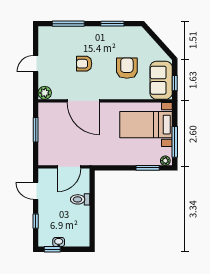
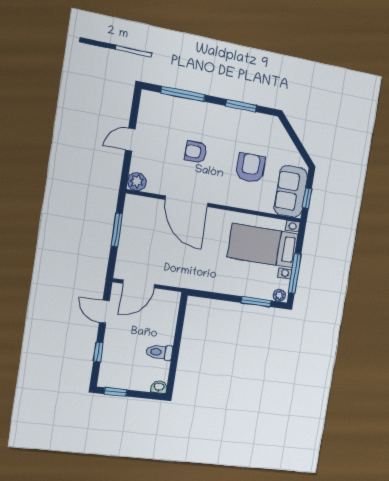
door: (69, 167) -> (139, 284), moved
toilet: (80, 199) -> (159, 352), moved
washbasin: (59, 242) -> (159, 387), moved

